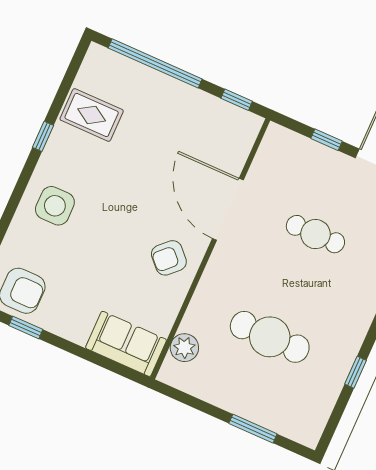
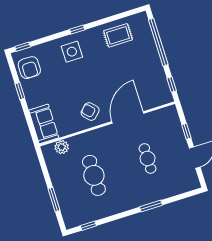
rug: (92, 115) -> (118, 35), turned 90
window: (43, 136) -> (77, 30), moved
window: (26, 327) -> (20, 91), moved
window: (356, 372) -> (88, 226), moved

